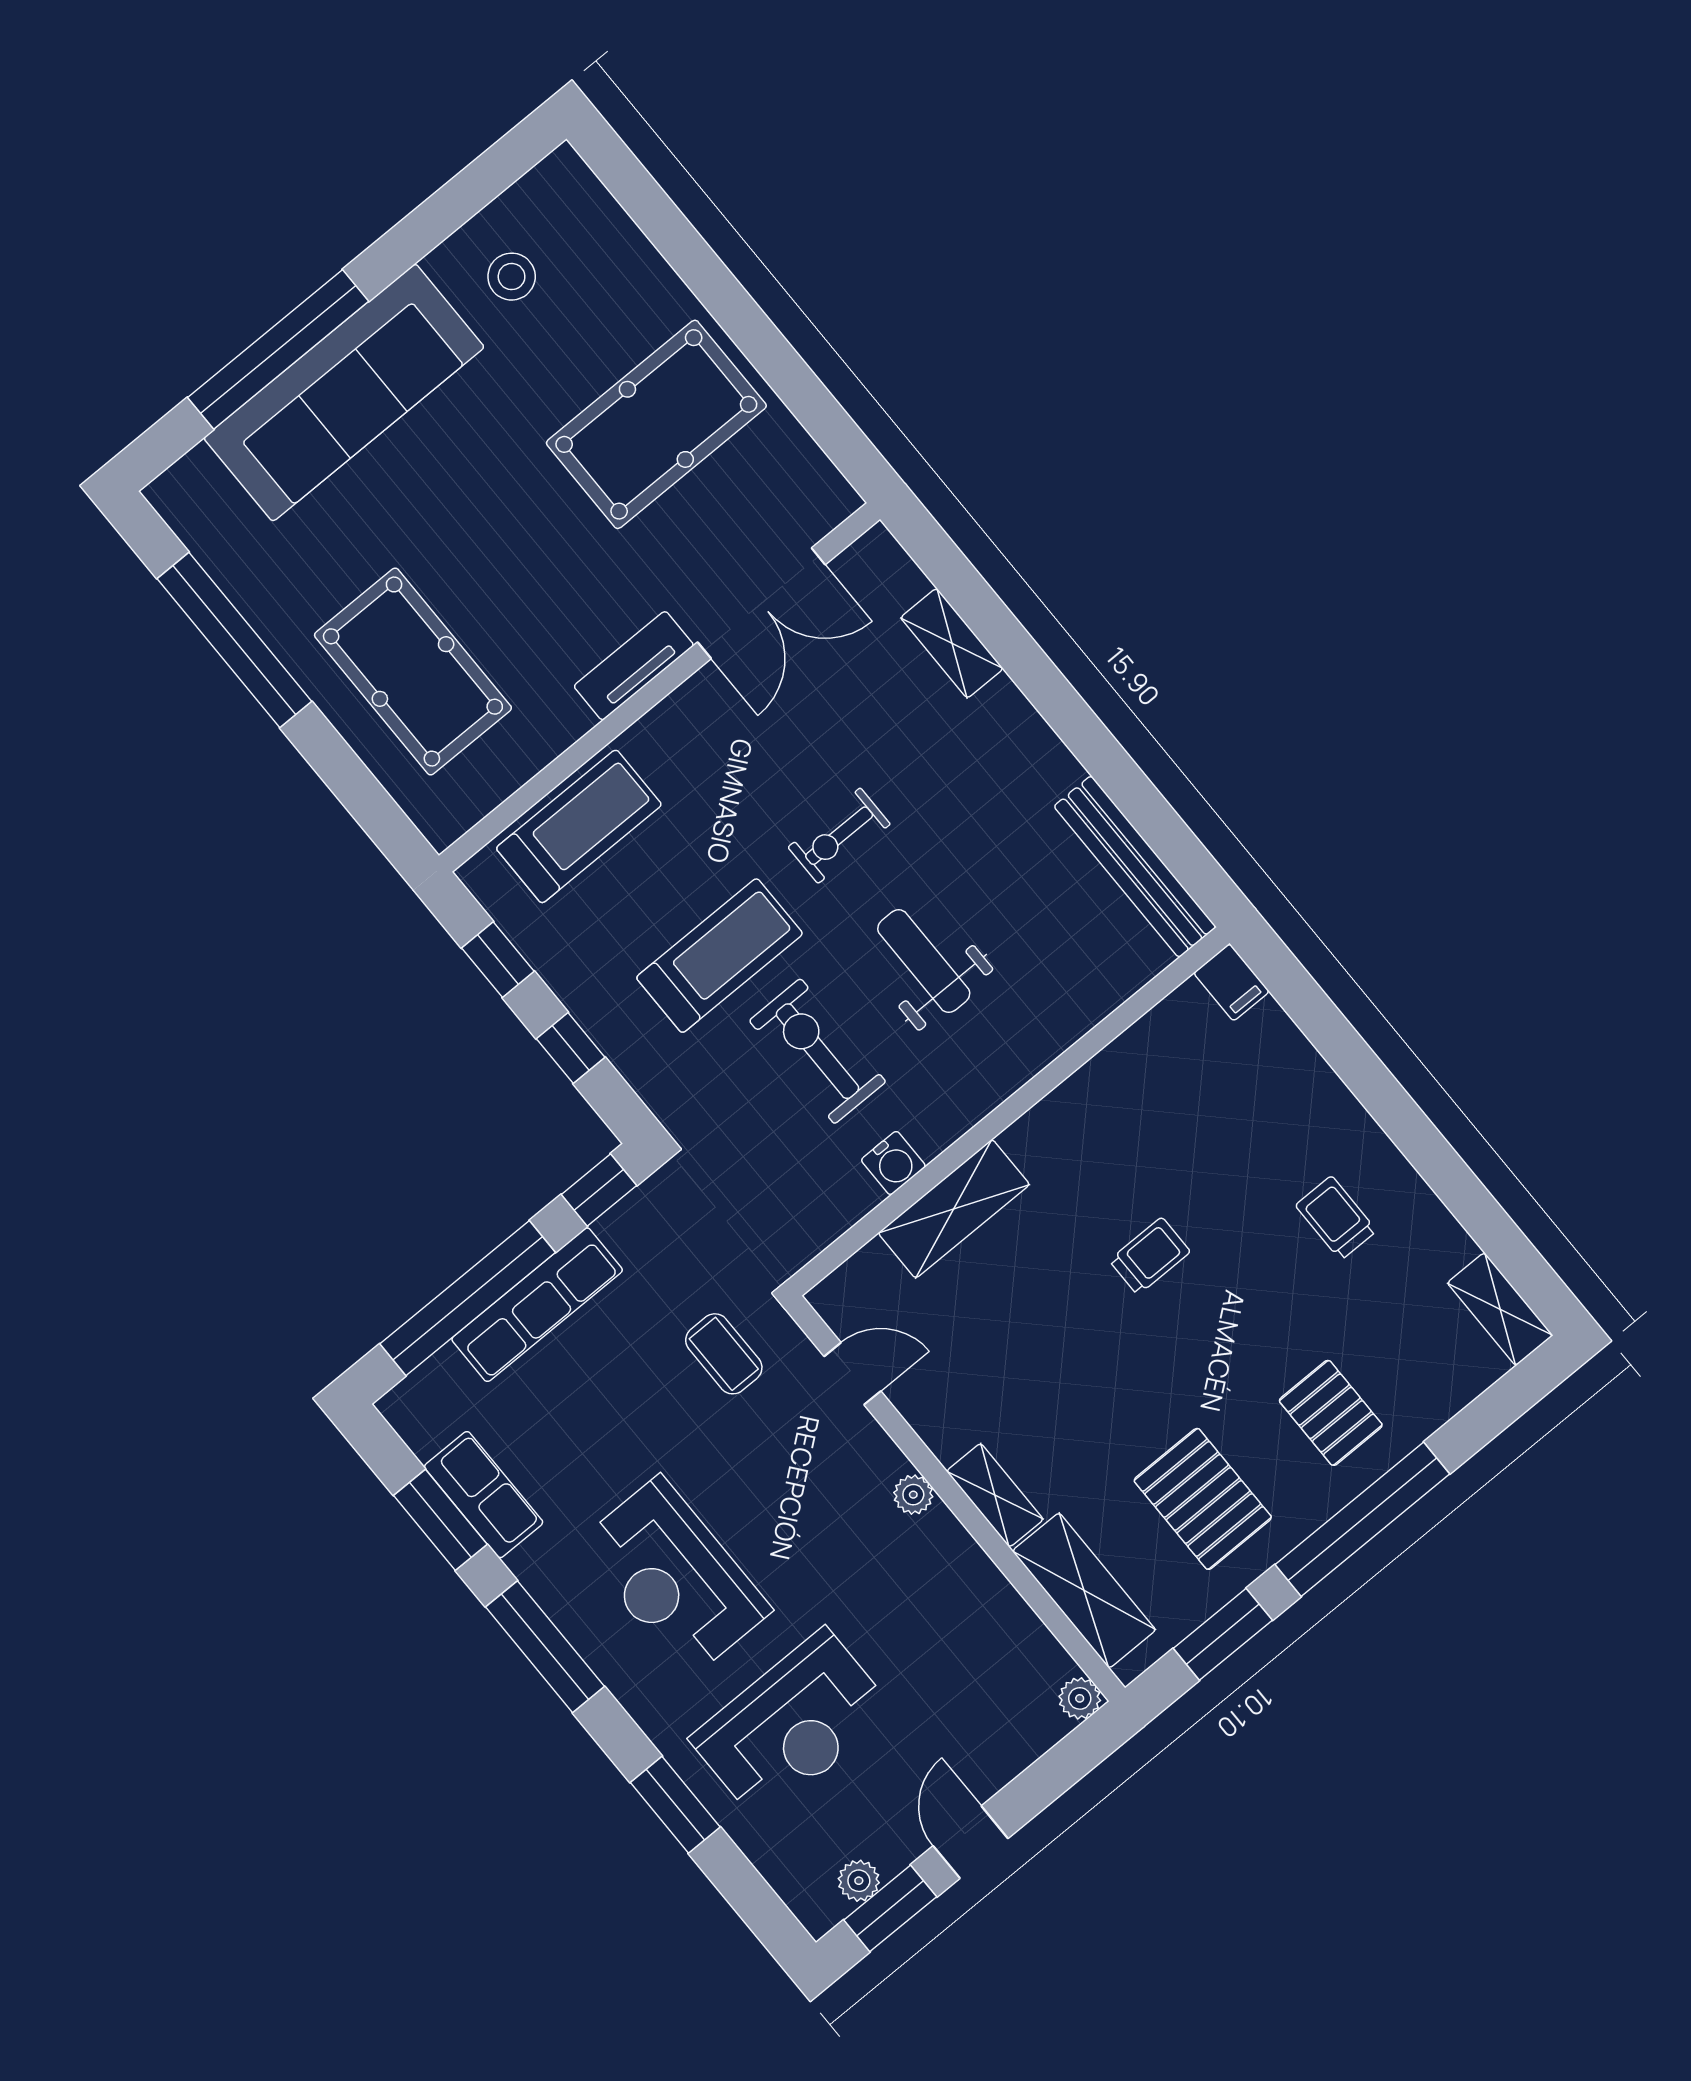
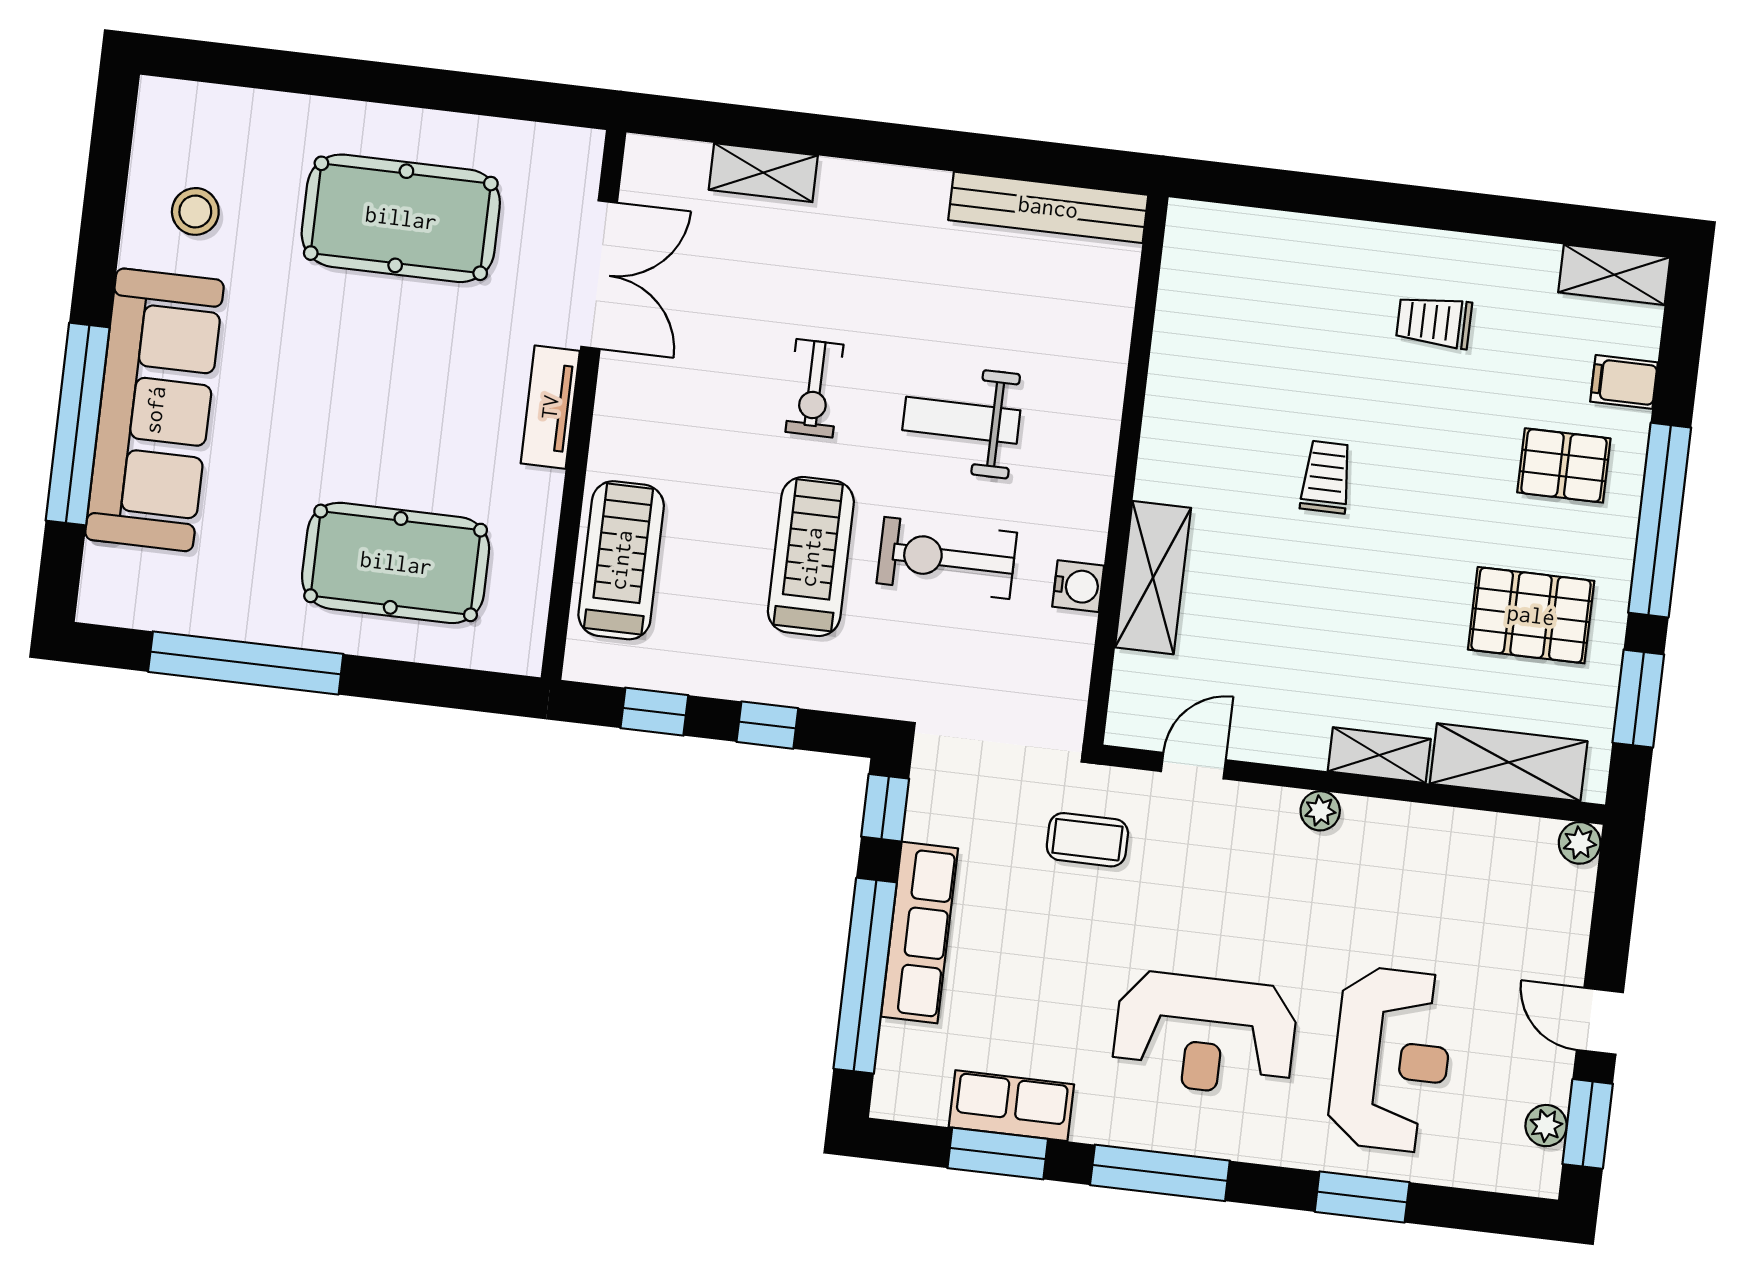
pool table: (656, 424) -> (401, 218), turned 90
filing cabinet: (1231, 982) -> (1624, 382), moved, turned 180

